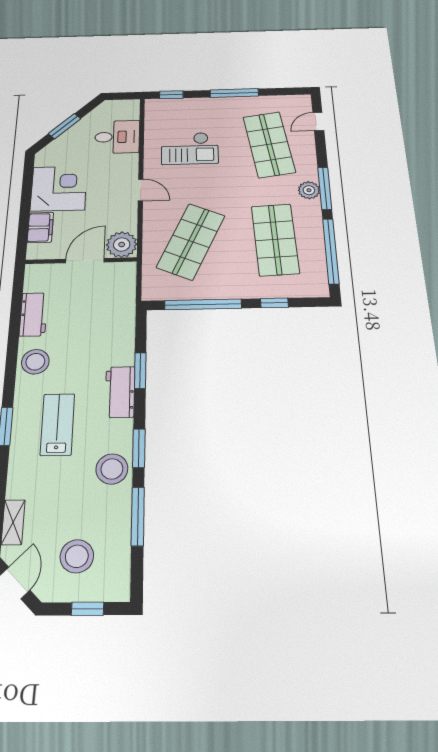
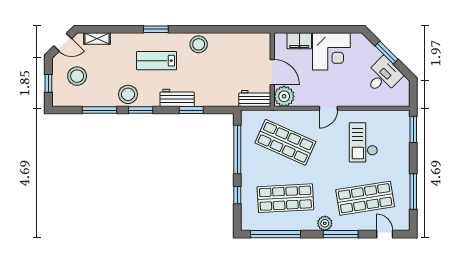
window: (234, 93) -> (413, 191), moved
window: (171, 95) -> (413, 129), width x1.50
desk: (117, 137) -> (383, 76), moved, turned -135
window: (325, 188) -> (341, 234), moved
workbench: (34, 314) -> (255, 98), moved, turned 180
lab bench: (57, 424) -> (157, 61), turned 180

